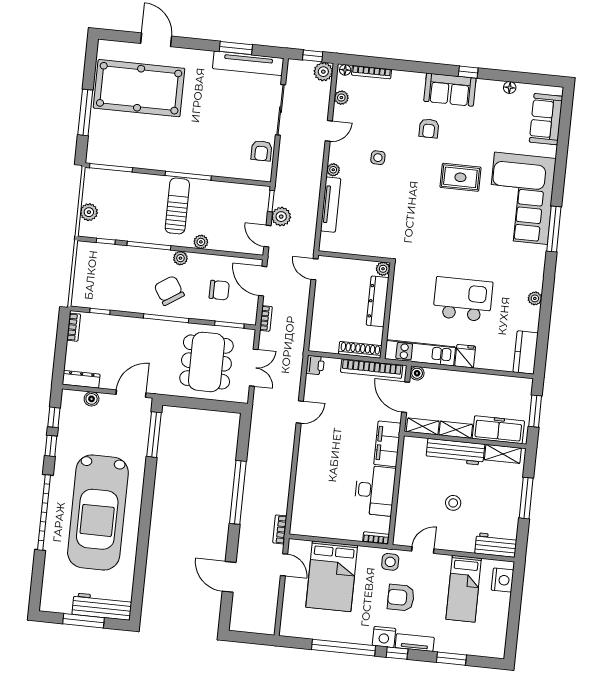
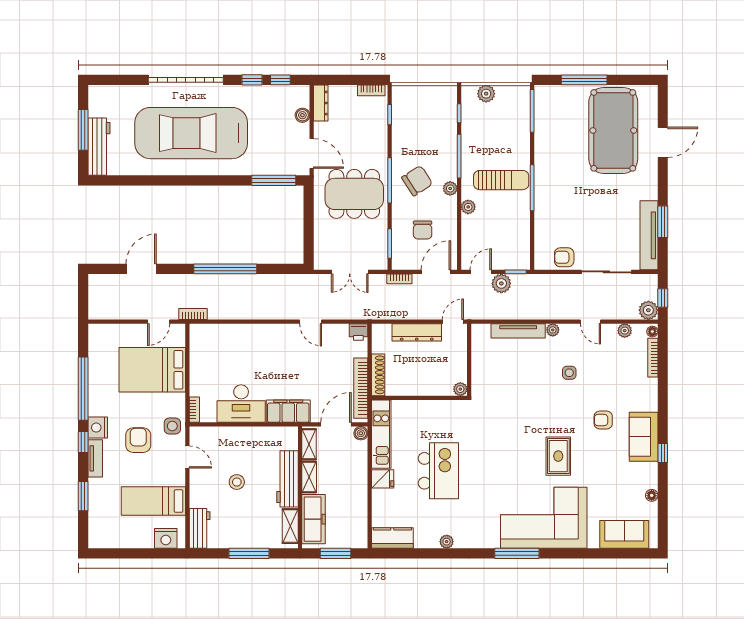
dresser: (378, 301) -> (417, 332), moved, turned 180
dining table: (206, 362) -> (354, 194), moved

